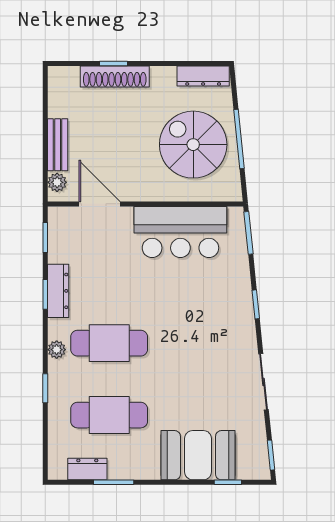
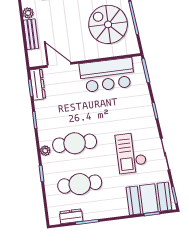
plant: (57, 182) -> (28, 13), moved
dresser: (58, 291) -> (38, 84), moved
checkout: (205, 372) -> (131, 153), added
booth: (198, 455) -> (149, 199), moved

